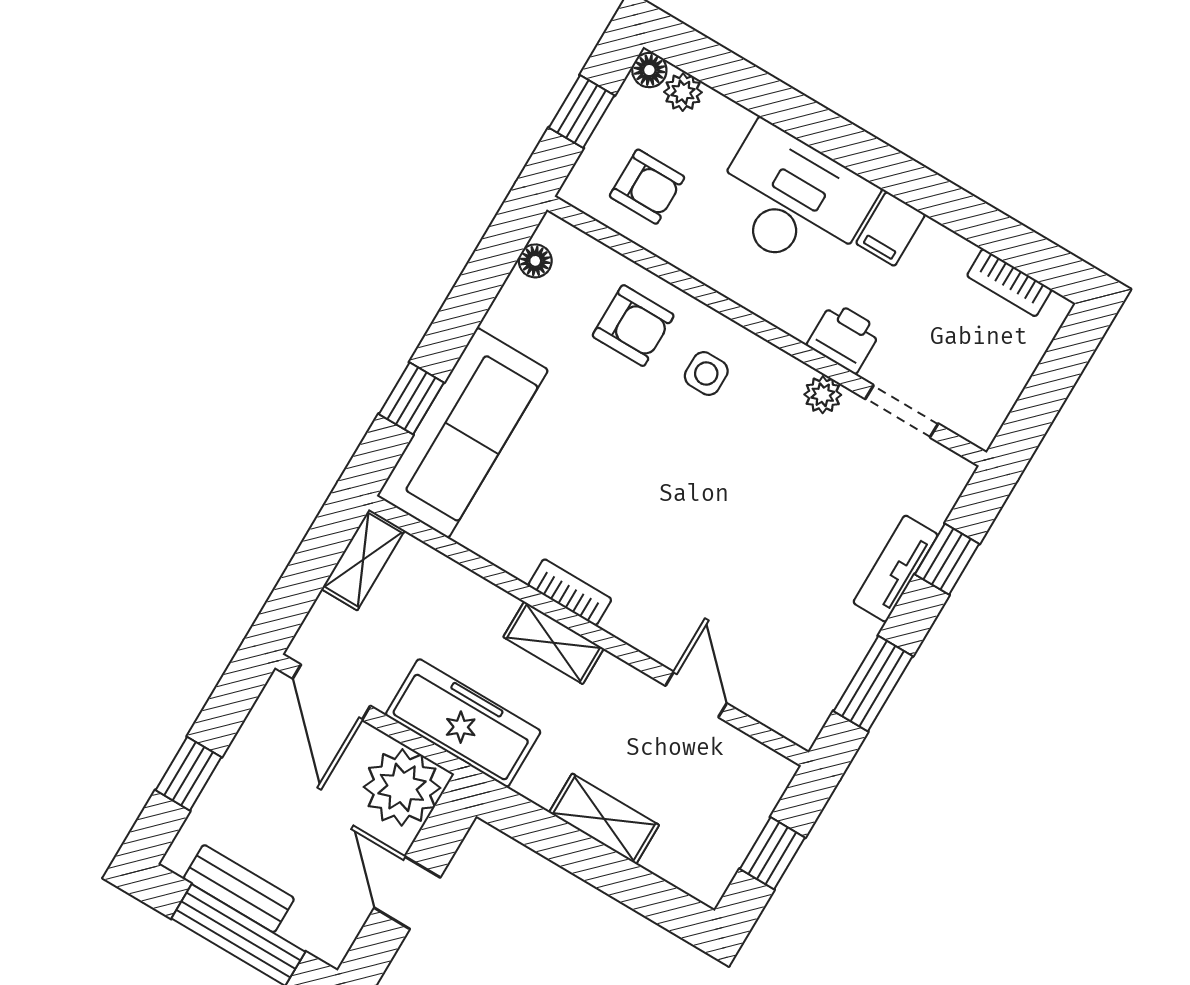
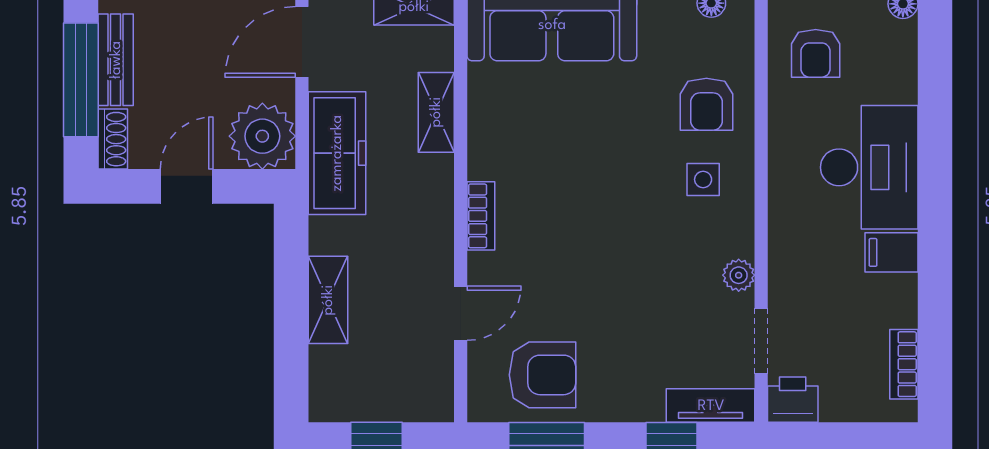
plant: (683, 92) -> (901, 38), removed
printer: (844, 338) -> (793, 400), moved, turned -90
tv unit: (895, 569) -> (711, 406), moved
bookcase: (570, 592) -> (481, 216), moved
shelving: (554, 643) -> (436, 112), moved
armchair: (806, 649) -> (542, 375), added
shoe rack: (316, 938) -> (113, 139), added

